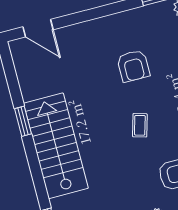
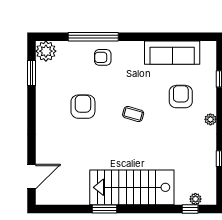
armchair: (133, 66) -> (83, 107), turned -90

